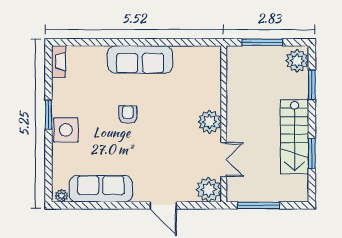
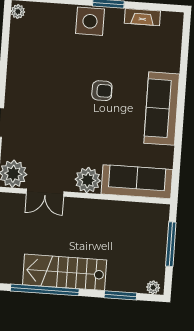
fireplace: (59, 61) -> (142, 17), moved
plant: (297, 61) -> (153, 287), width x0.53, depth x0.53
window: (312, 154) -> (45, 290), width x2.11
sofa: (101, 189) -> (137, 182), moved, turned -90

